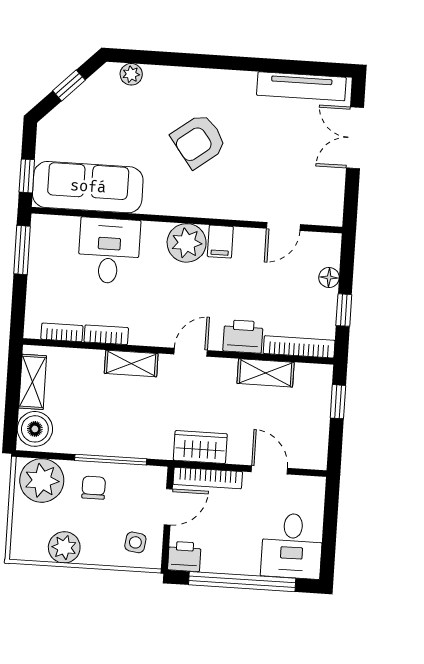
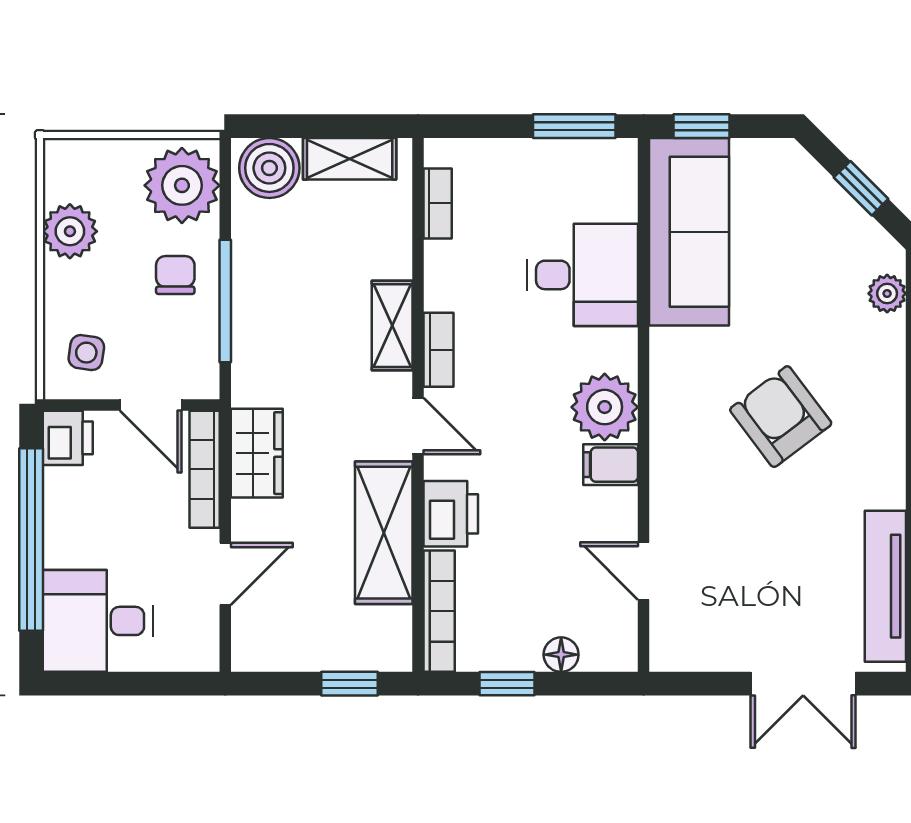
double door: (355, 138) -> (803, 684), swing flipped
bookcase: (106, 335) -> (438, 350), moved
shelving: (266, 373) -> (384, 533), width x1.50, depth x1.33
chair: (94, 488) -> (175, 275), turned -90

